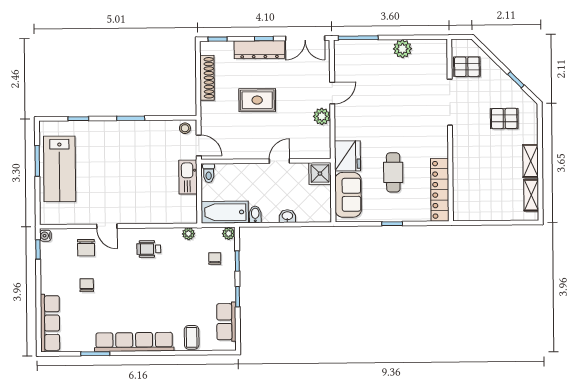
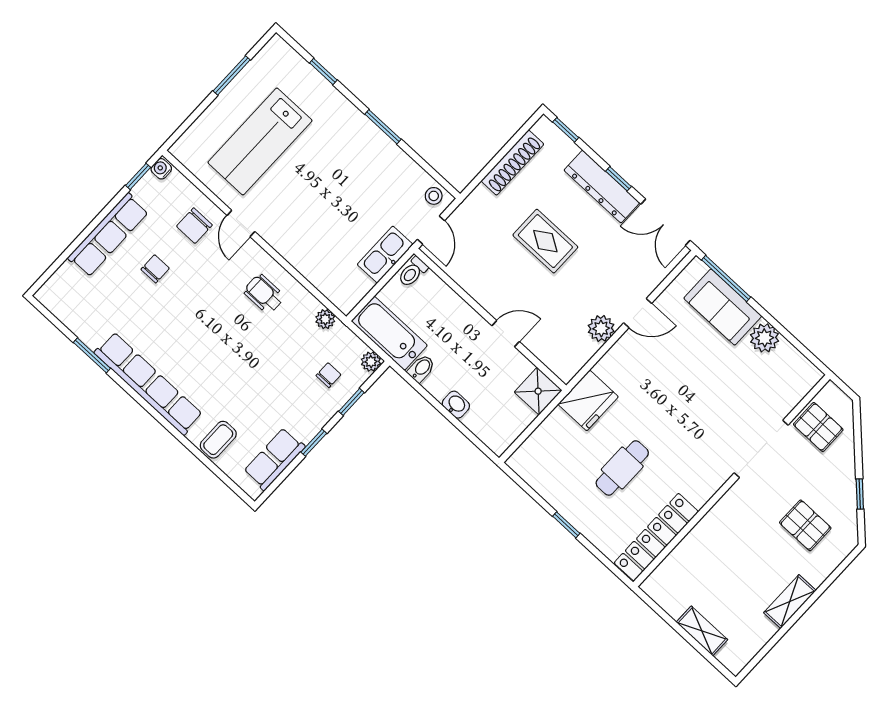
lab bench: (60, 169) -> (260, 141), moved
sofa: (348, 195) -> (723, 307), moved, turned 90
shelving: (531, 195) -> (702, 631), moved, turned 90
row of seats: (50, 323) -> (108, 235), moved

